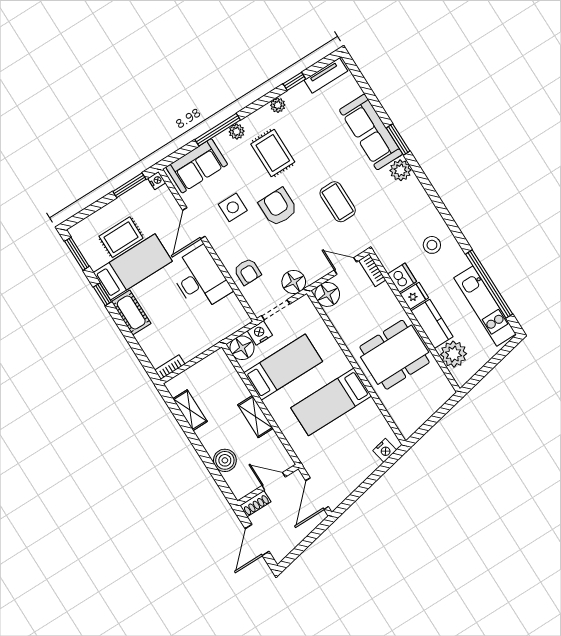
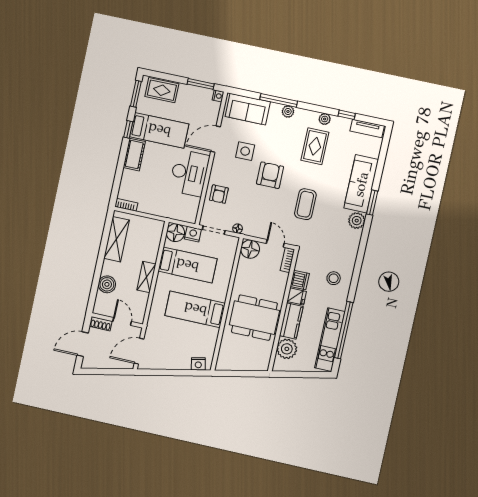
rug: (273, 153) -> (315, 146), moved
rug: (121, 237) -> (162, 90), moved
floor lamp: (294, 282) -> (238, 229), width x0.53, depth x0.53
shelving: (190, 410) -> (117, 239), width x1.50, depth x1.33

